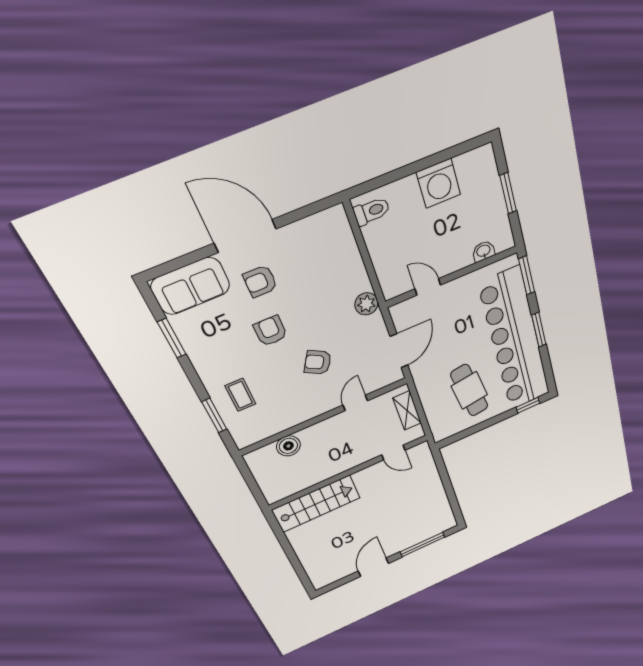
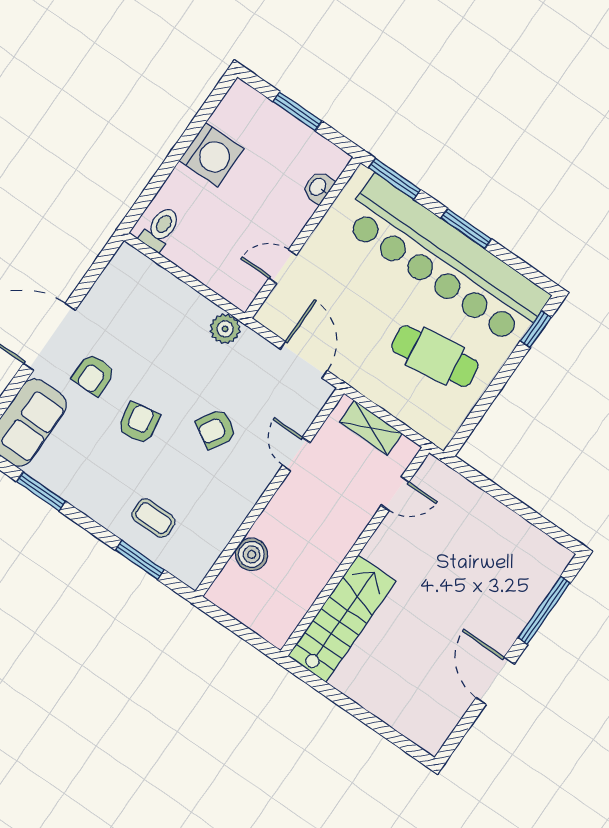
armchair: (270, 331) -> (139, 423), turned 80

